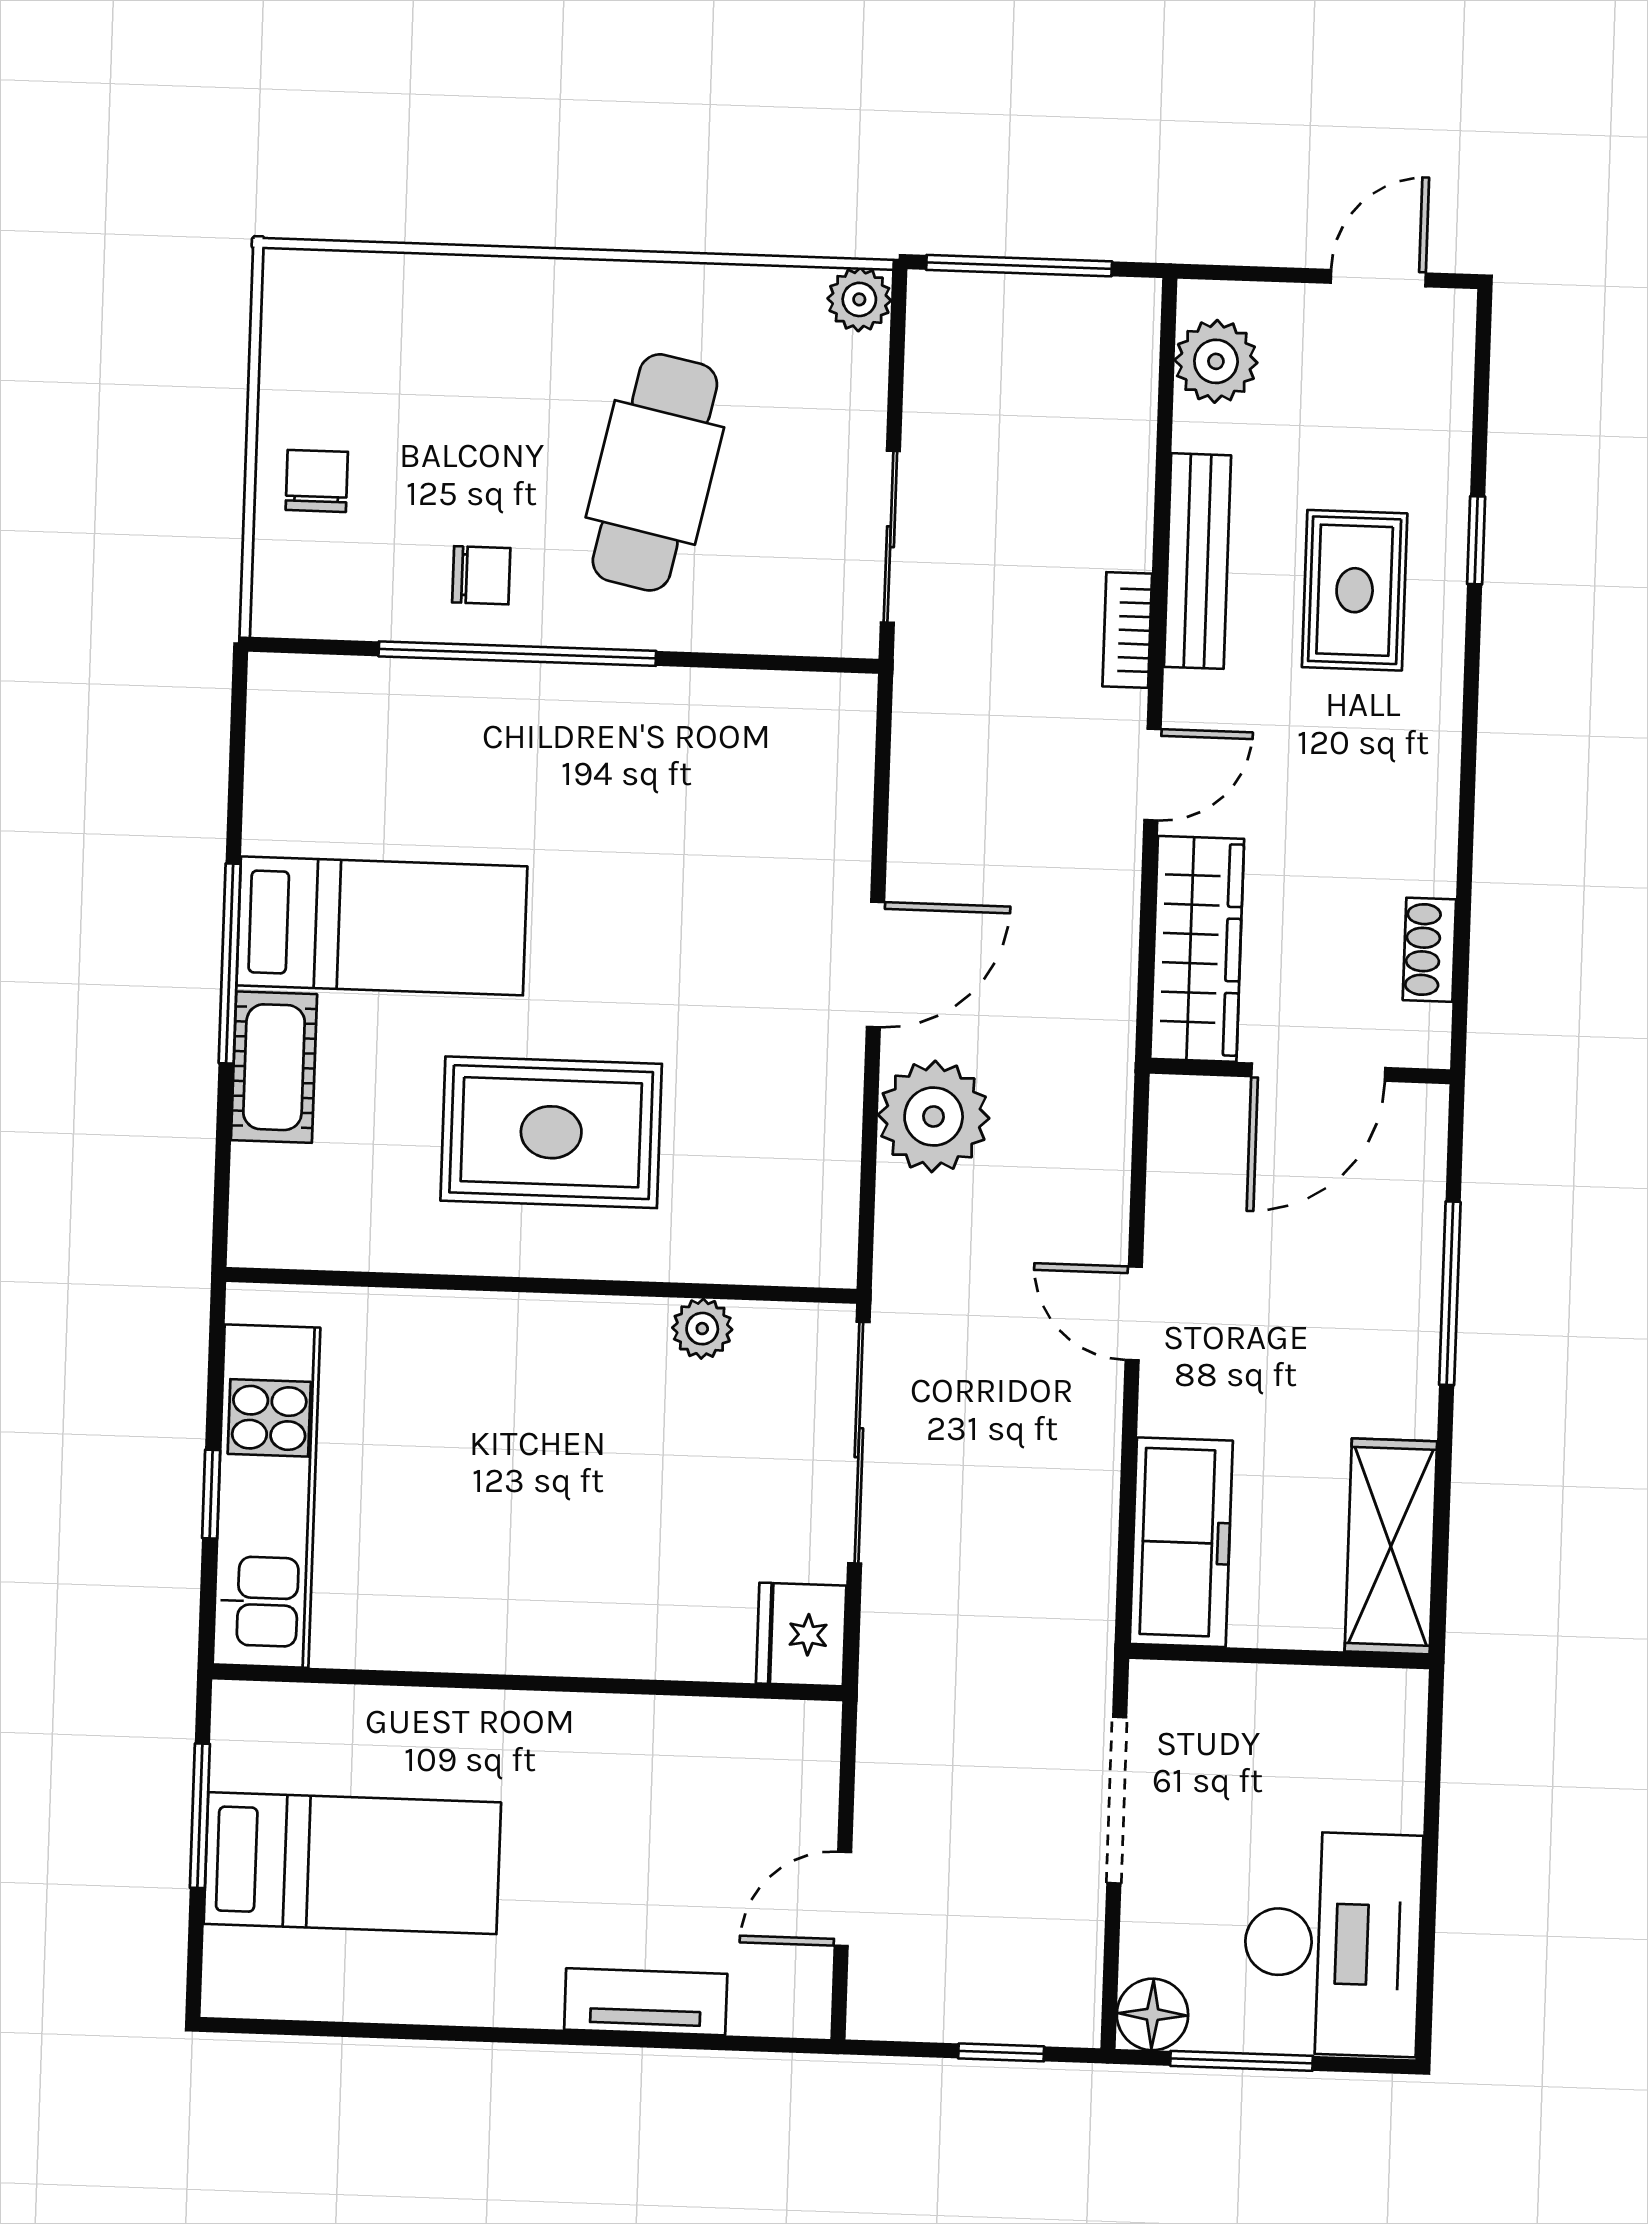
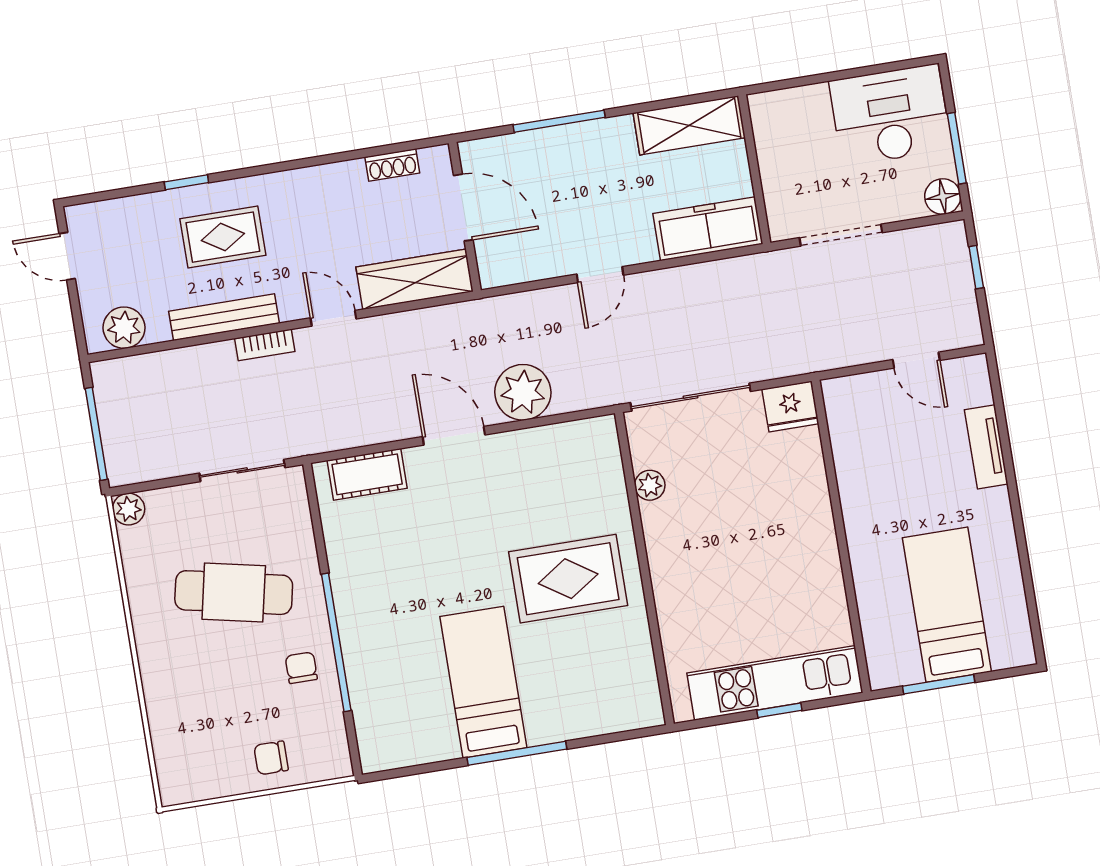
cot: (274, 1067) -> (367, 474), moved
rug: (551, 1132) -> (568, 579), turned 90

